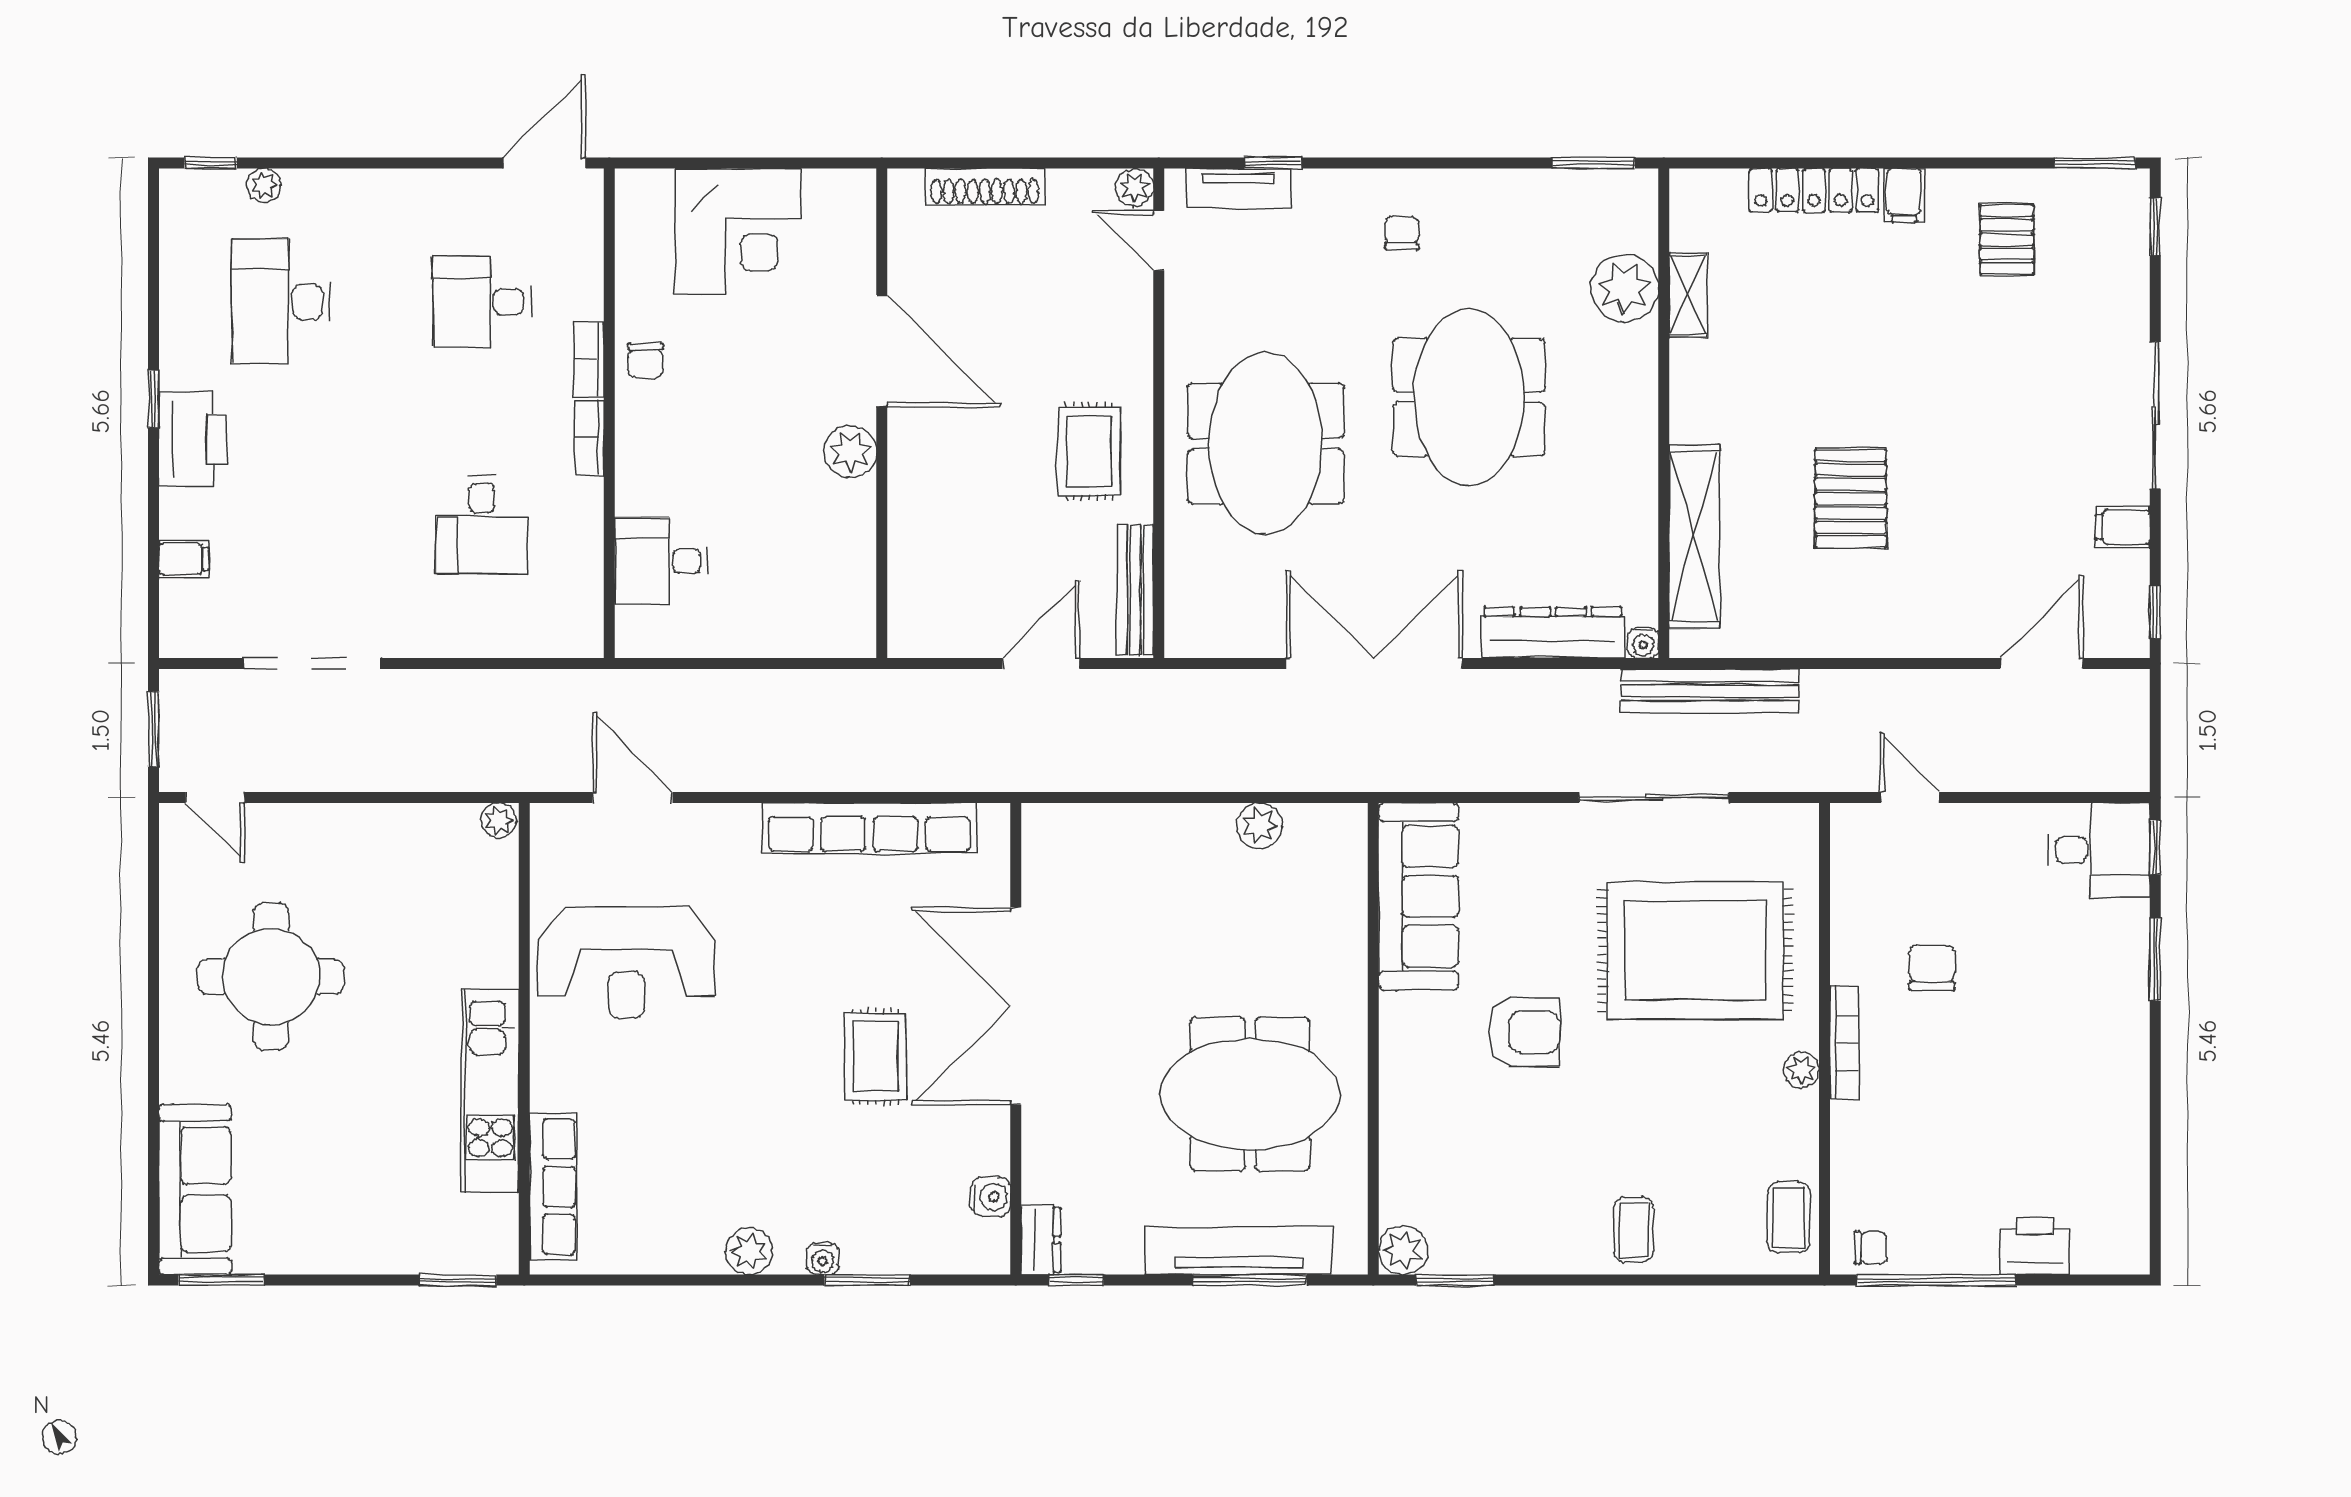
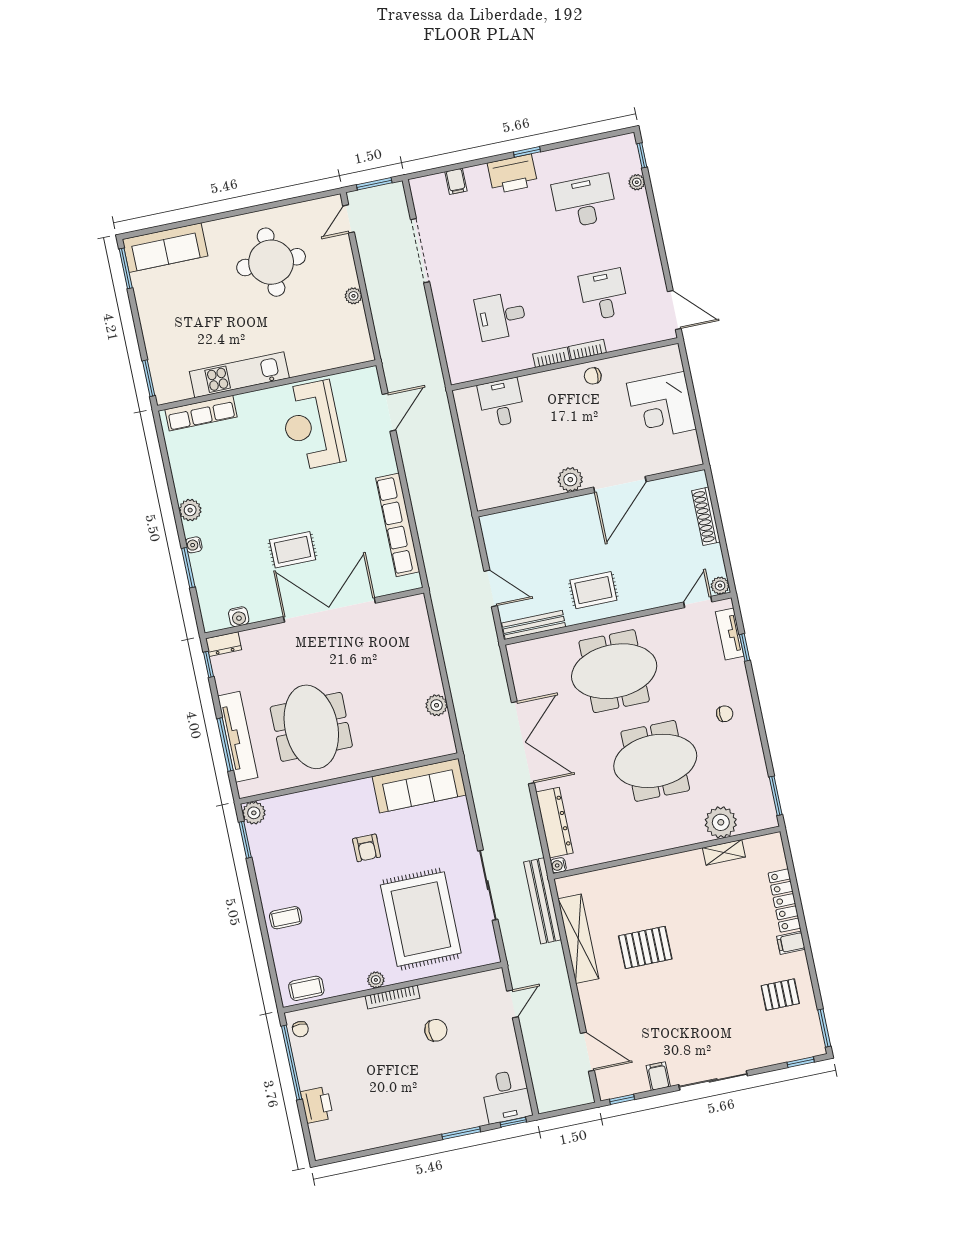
shelving: (1694, 536) -> (578, 939), moved, turned 90
plant: (499, 821) -> (353, 296), moved
armchair: (1524, 1032) -> (367, 848), width x0.72, depth x0.72

